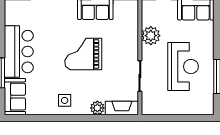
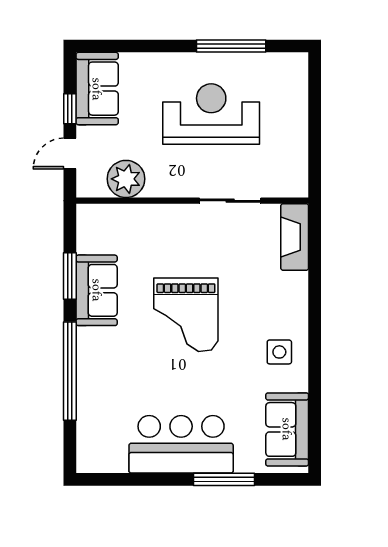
plant: (151, 36) -> (126, 179), moved
sofa: (15, 97) -> (287, 429), moved, turned -90
plant: (97, 108) -> (294, 286), removed

